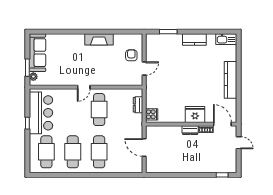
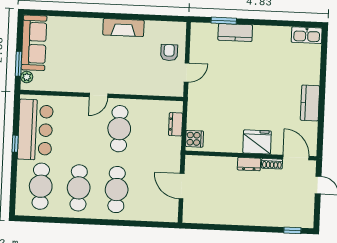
kitchen counter: (194, 39) -> (235, 33), moved
kitchen counter: (231, 80) -> (310, 103), width x0.67

